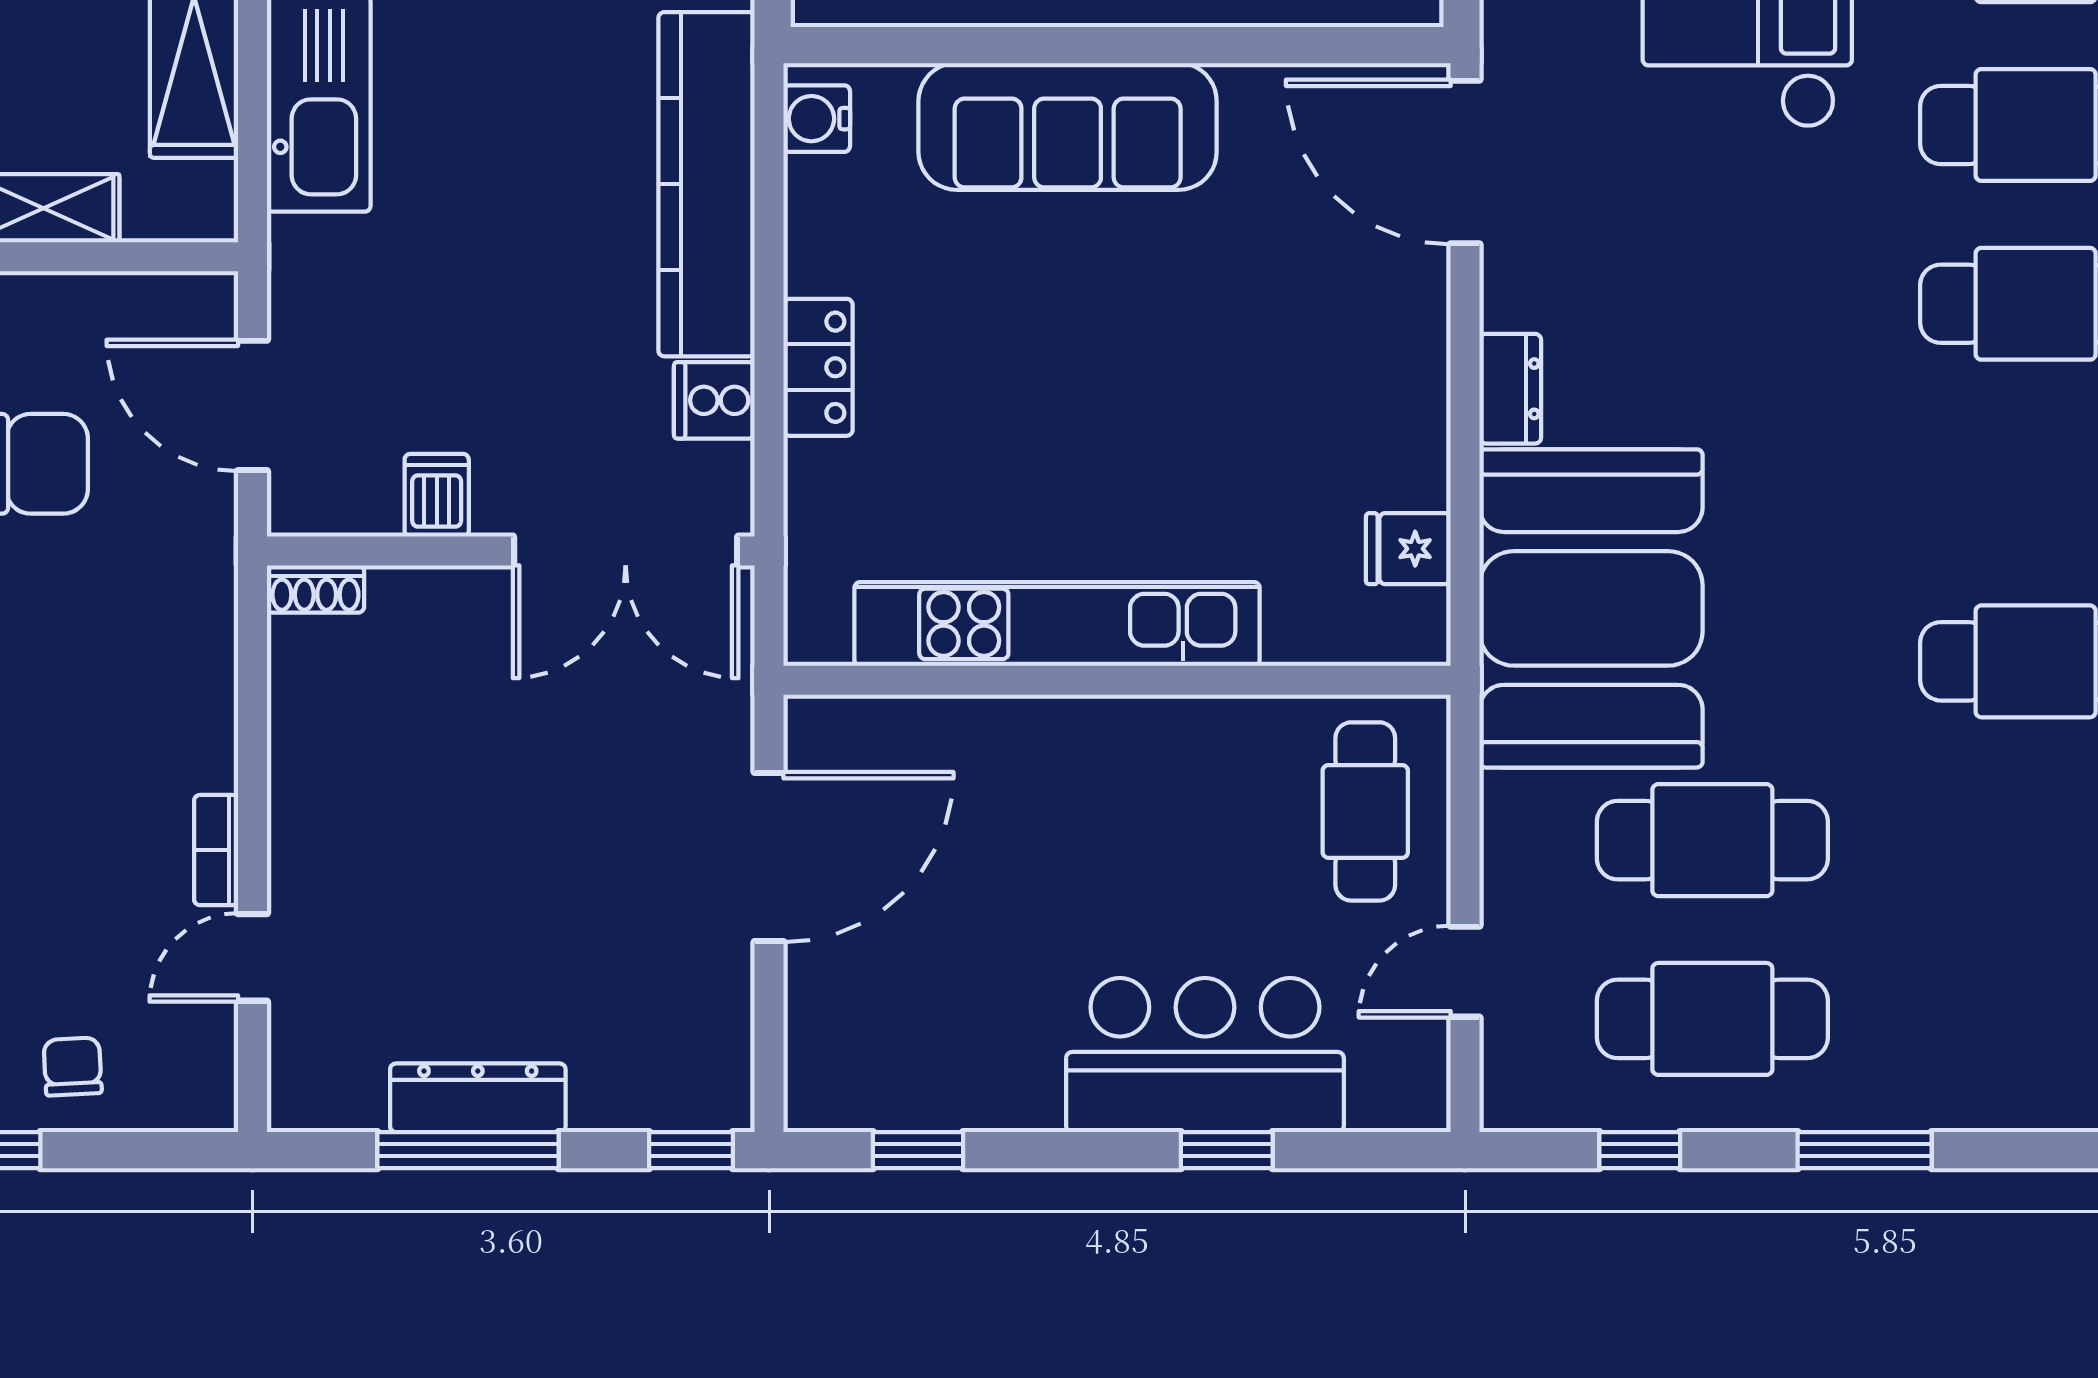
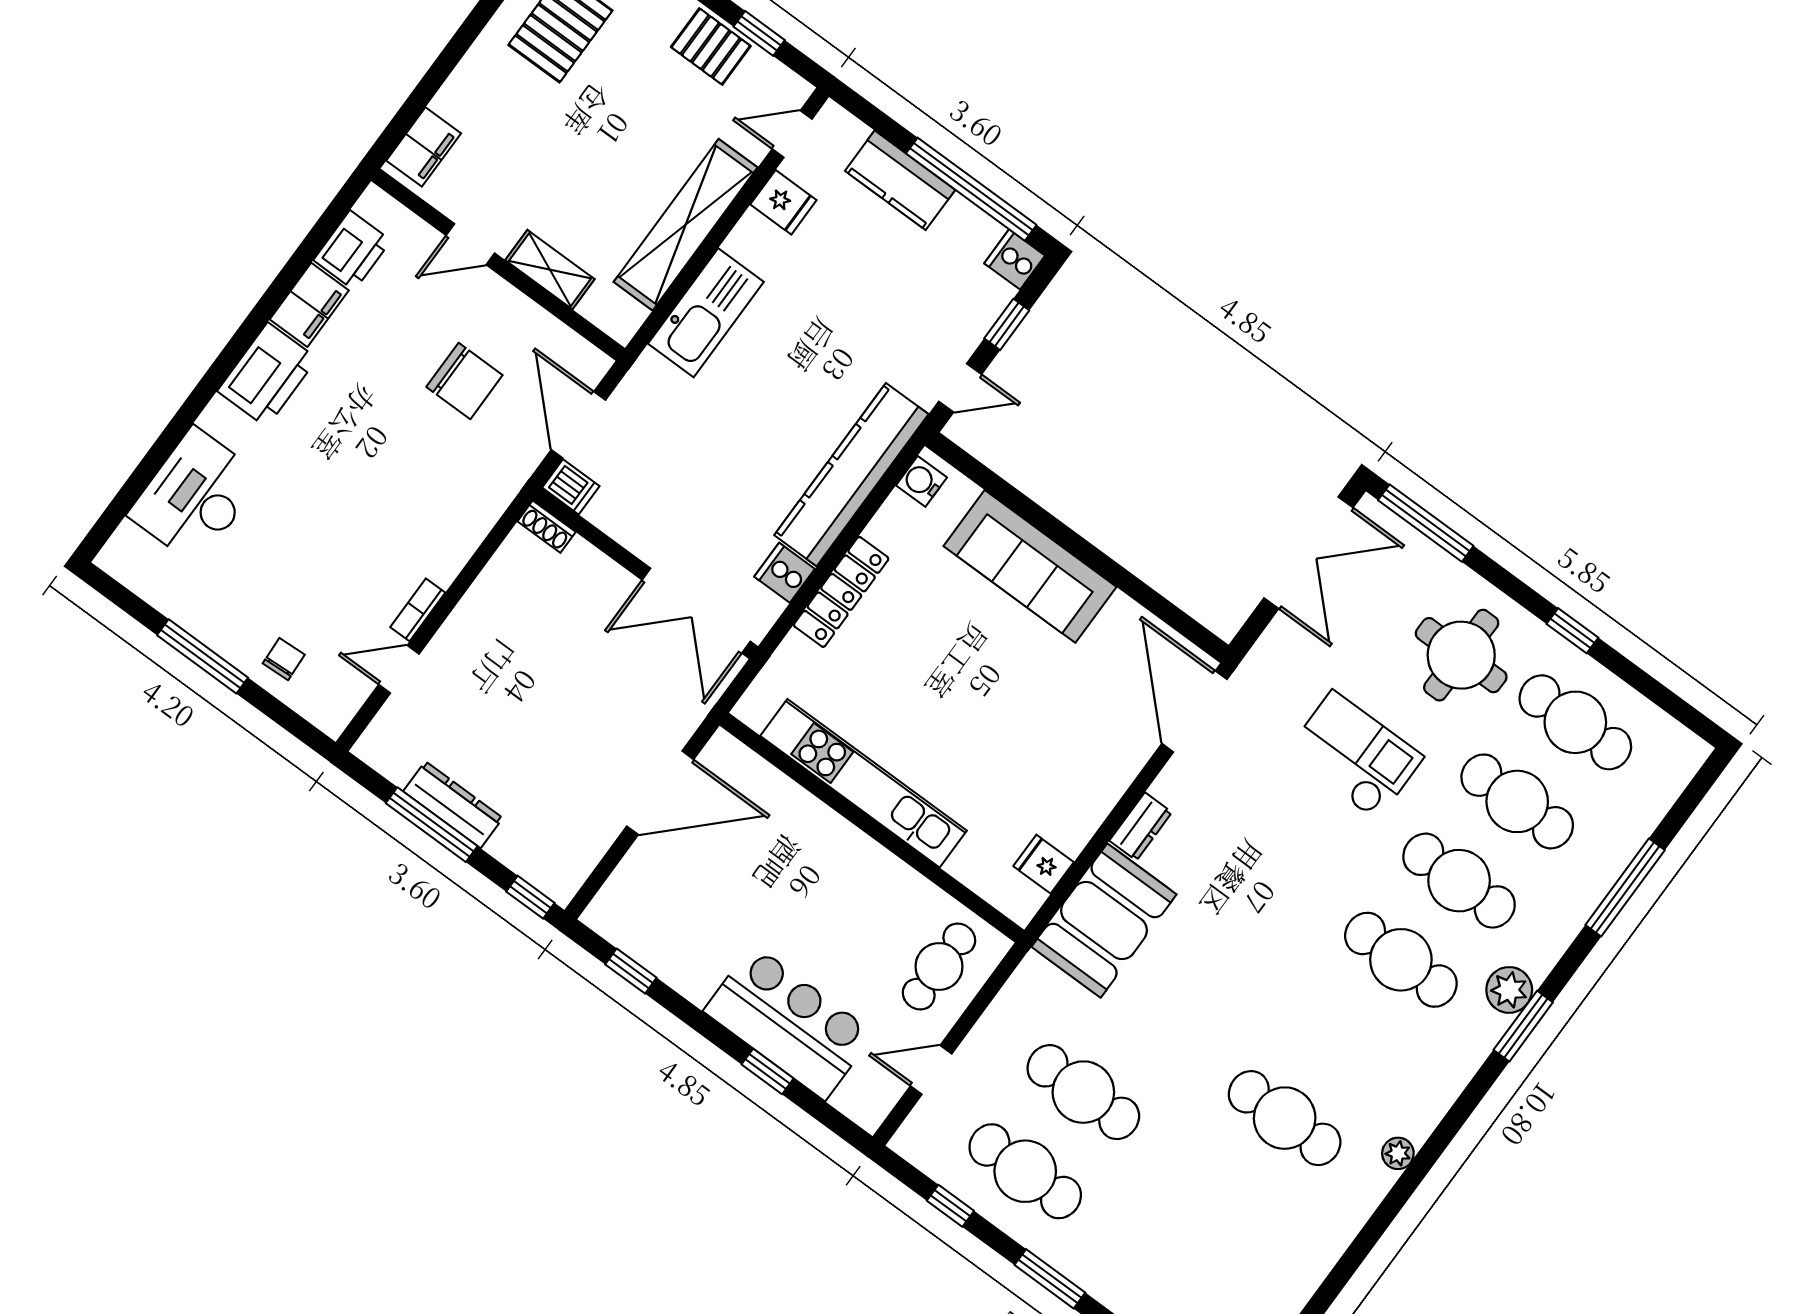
locker: (818, 367) -> (841, 592), width x1.53
dishwasher: (437, 495) -> (571, 487), moved, turned 90
booth: (1591, 608) -> (1104, 921), width x0.73, depth x0.70

